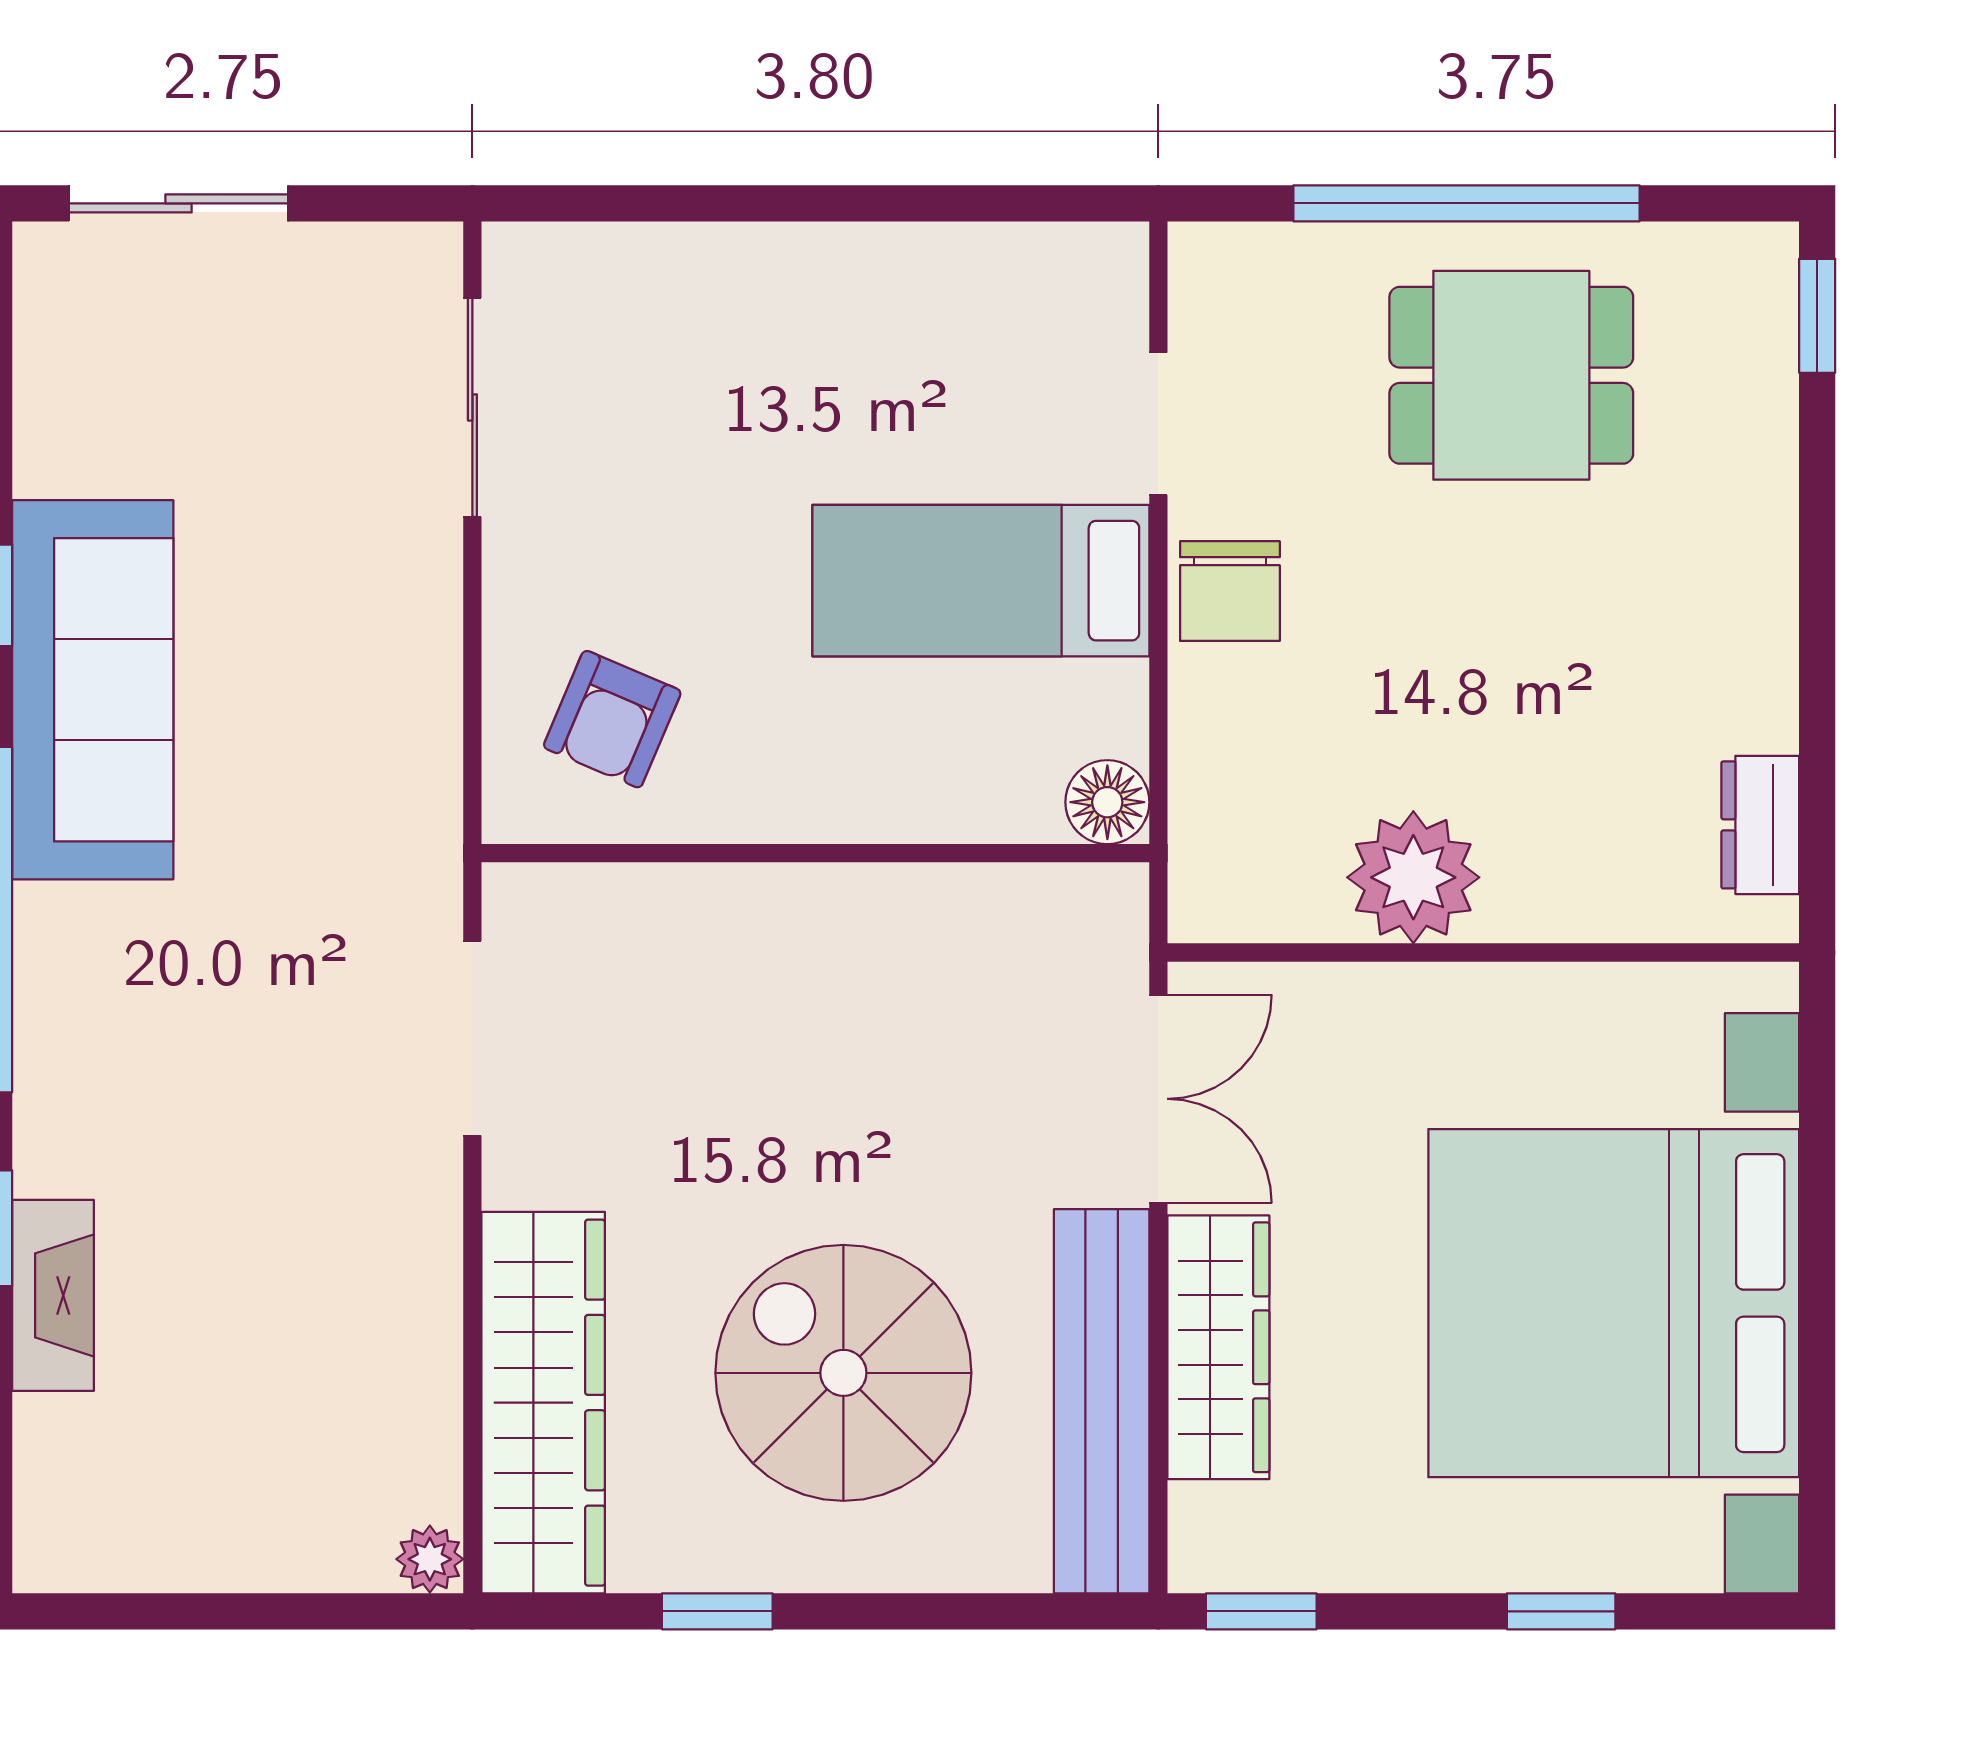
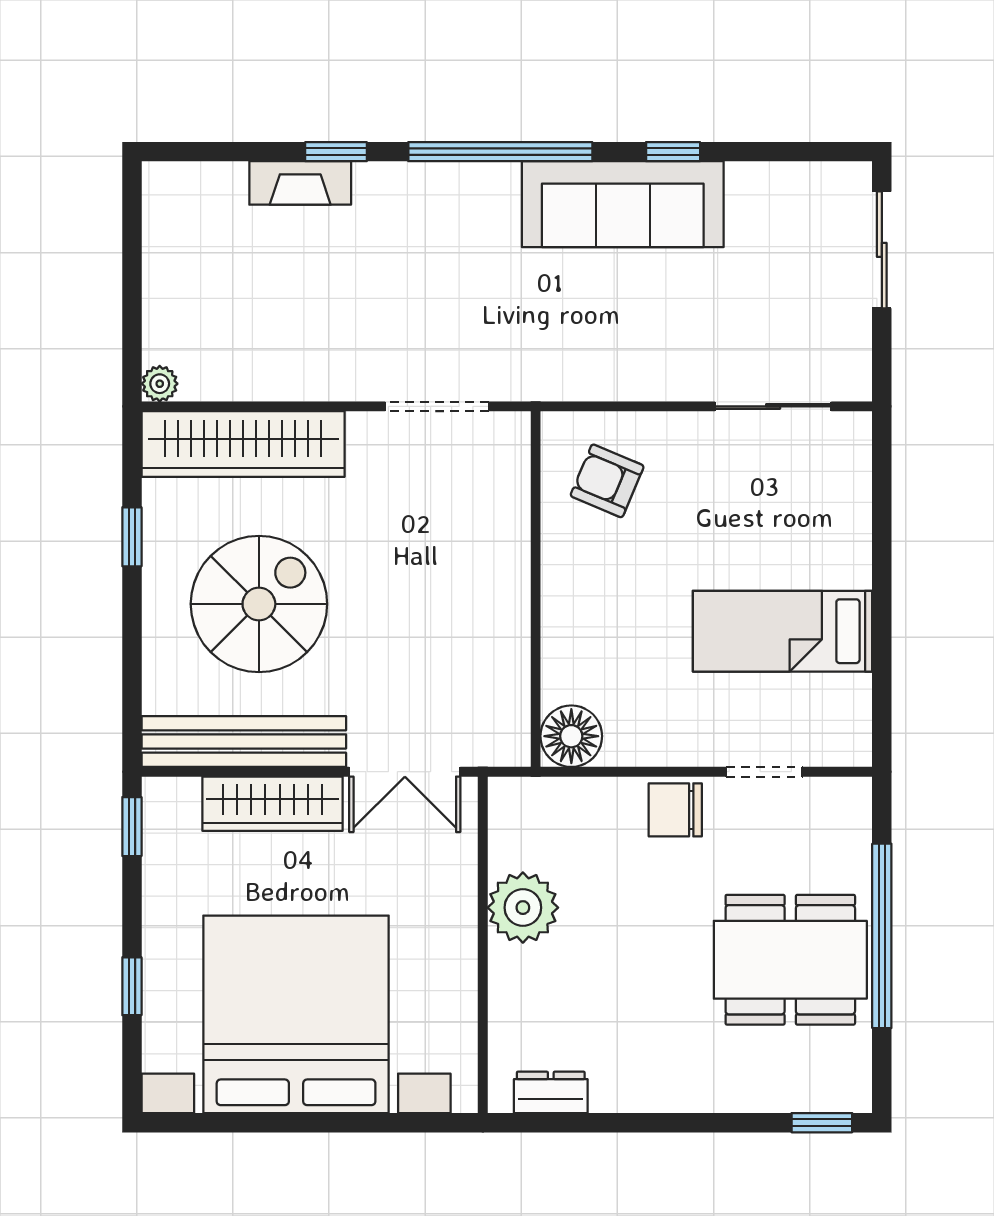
dining table: (1511, 375) -> (790, 960), width x1.38
bed: (981, 581) -> (782, 631), moved, turned -90
floor lamp: (1107, 802) -> (571, 736), width x1.38, depth x1.38

